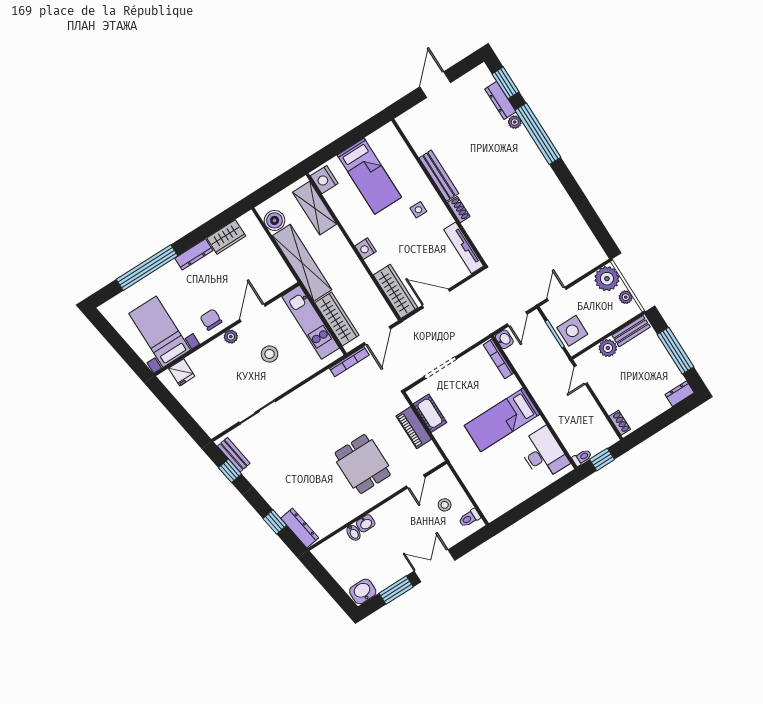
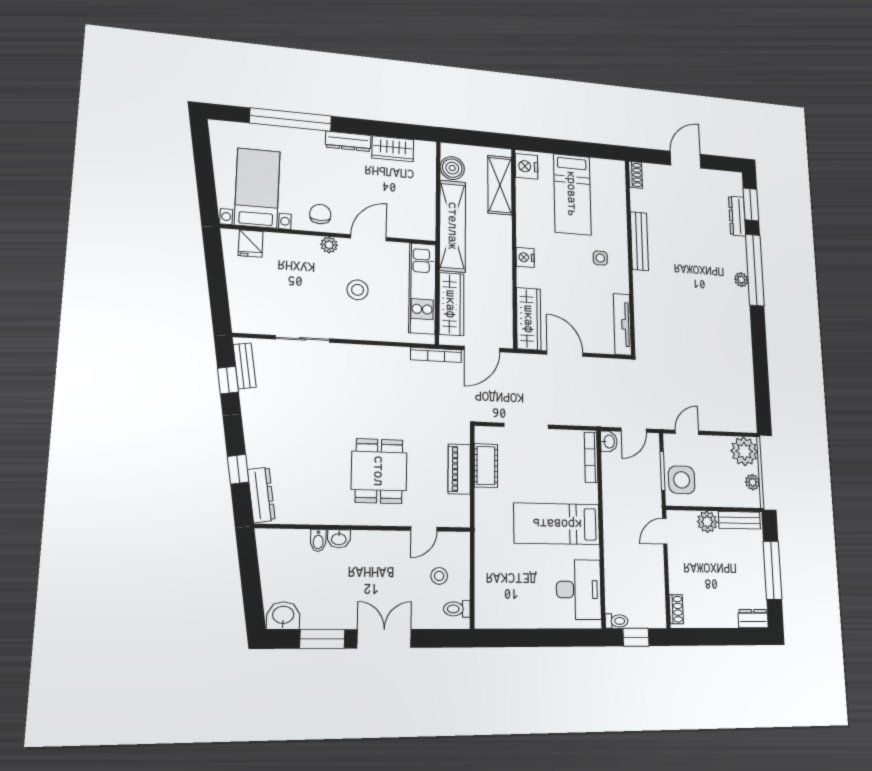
plant: (515, 122) -> (741, 280), moved
shoe rack: (459, 209) -> (636, 175), moved

